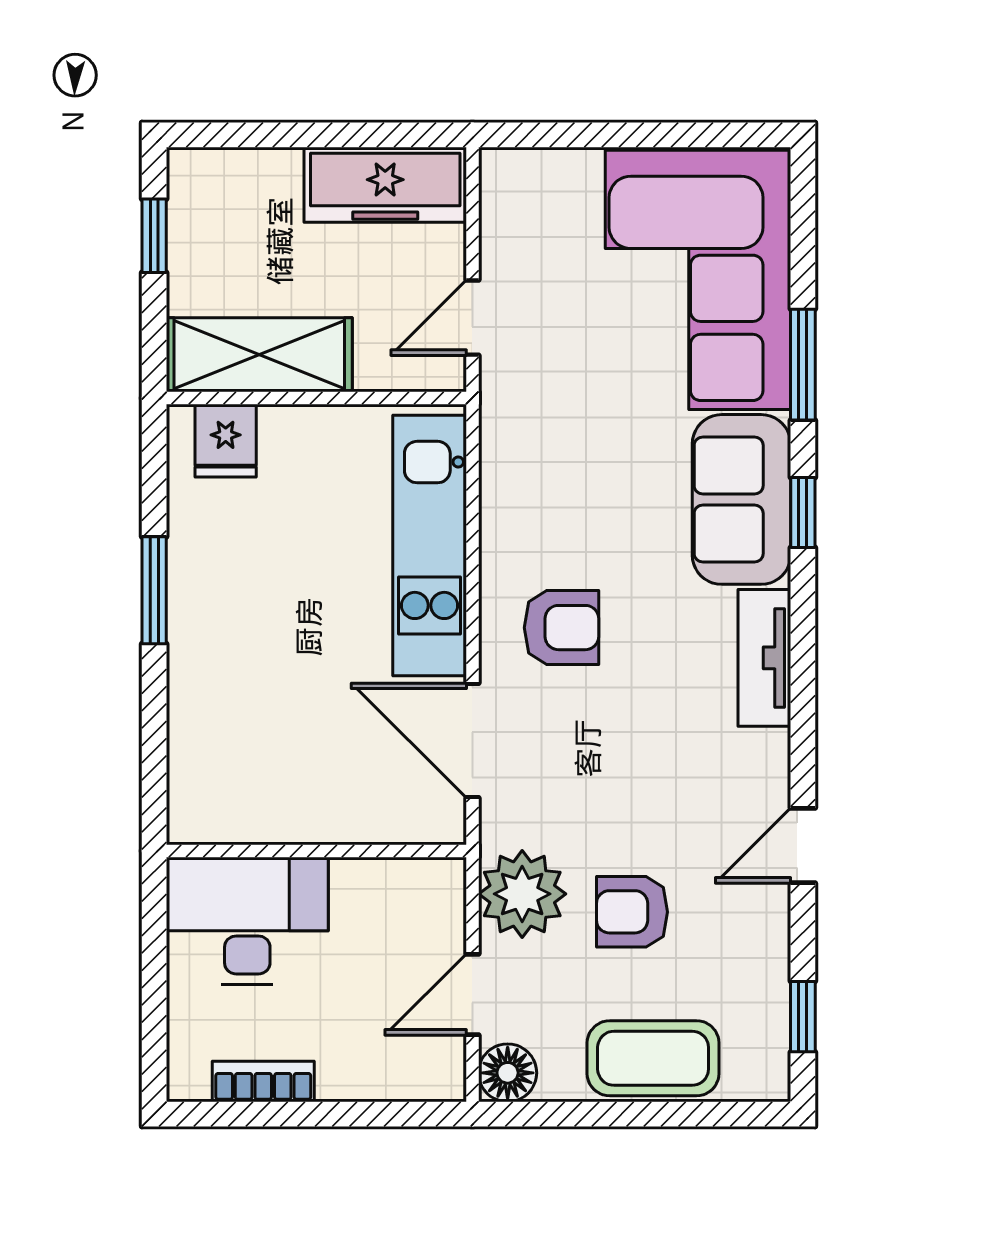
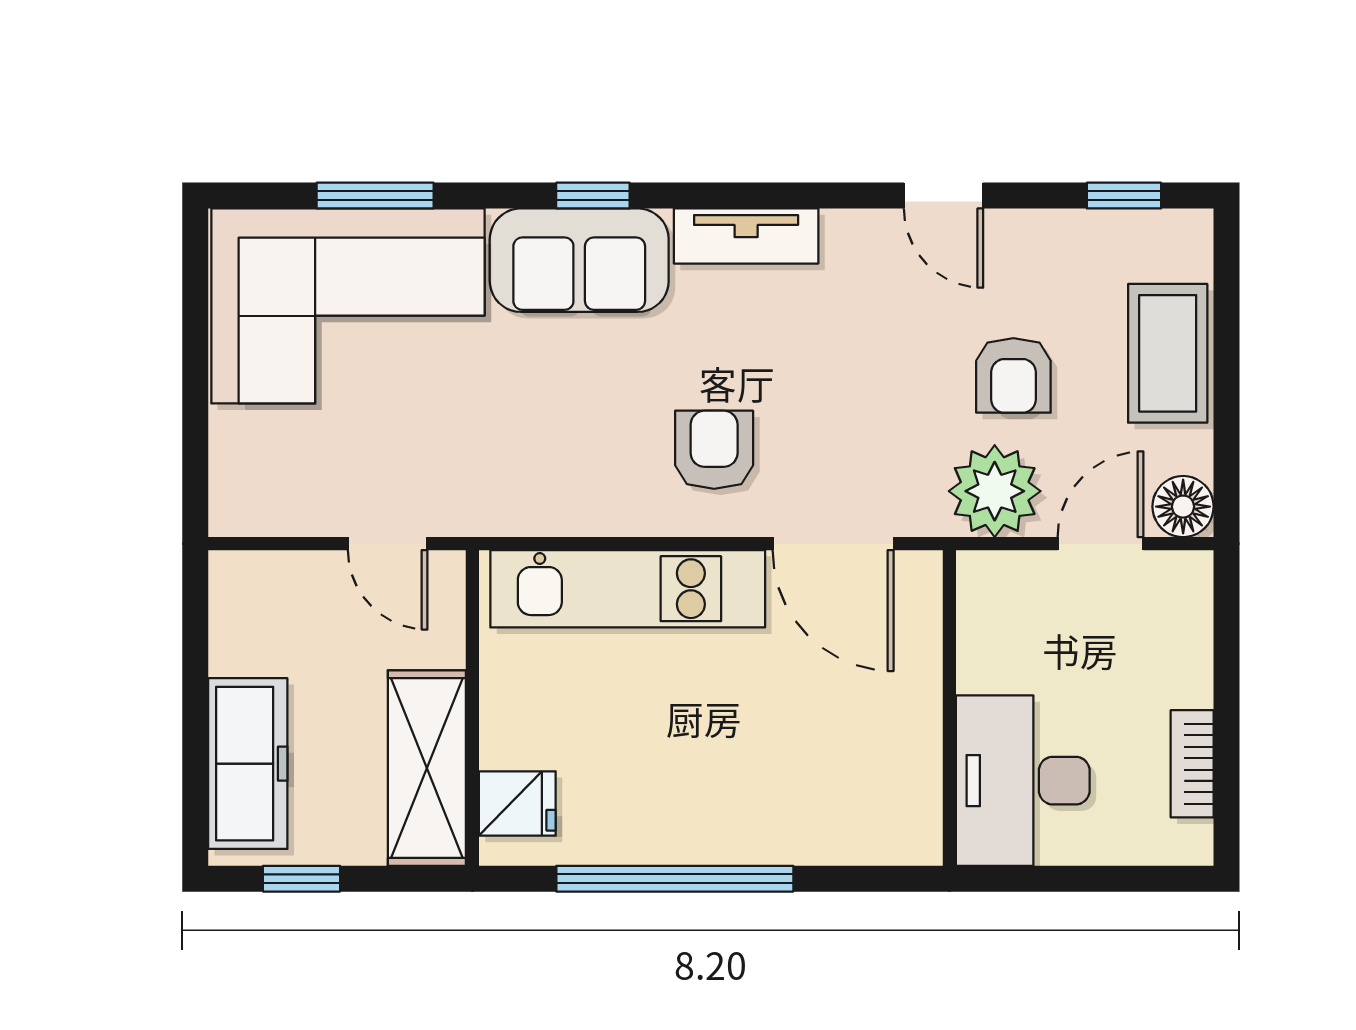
freezer: (385, 185) -> (248, 764), moved
window: (803, 365) -> (375, 196), moved
window: (154, 590) -> (675, 879), width x2.11
door: (472, 740) -> (833, 544), hinge flipped
door: (472, 994) -> (1101, 544), swing flipped

